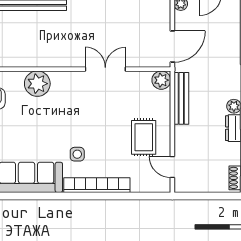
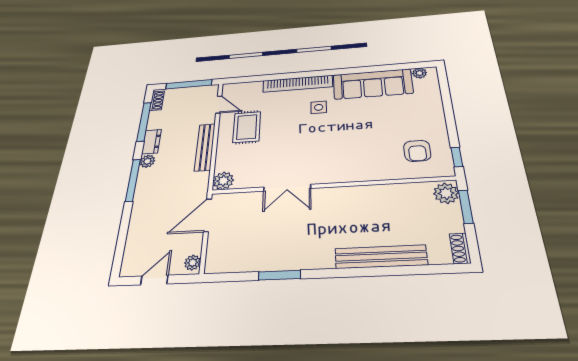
plant: (37, 84) -> (367, 169), removed
bench: (181, 98) -> (205, 147), moved
window: (205, 196) -> (189, 84), added

